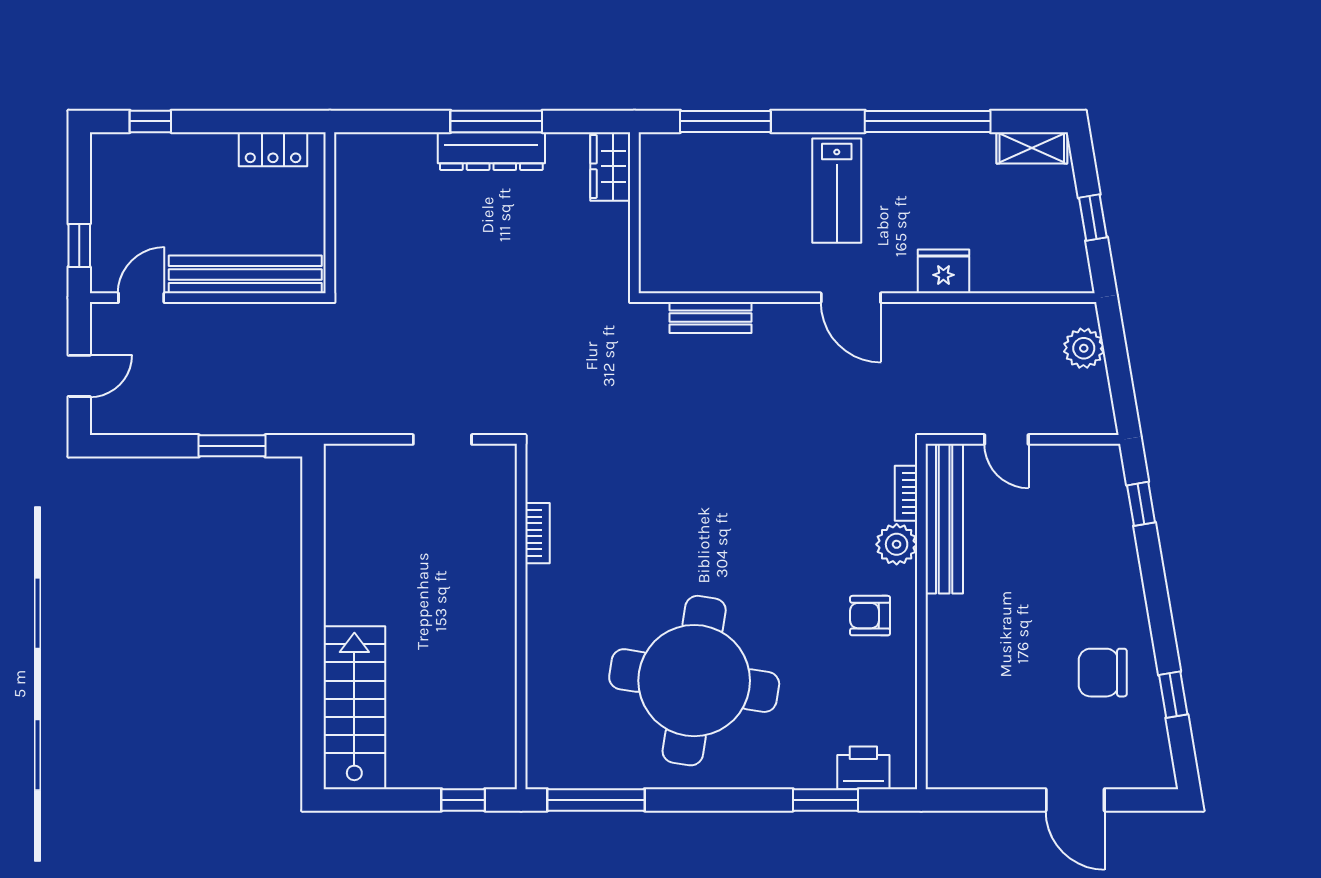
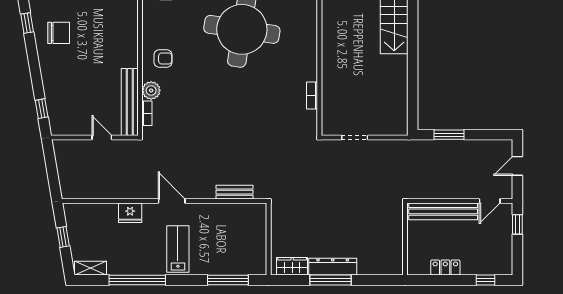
locker: (273, 149) -> (445, 268), moved
wardrobe: (610, 166) -> (292, 266), moved, turned -90
plant: (1084, 348) -> (67, 178), removed

